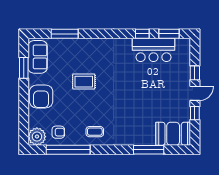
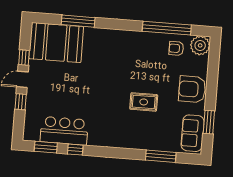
armchair: (41, 96) -> (192, 89), turned -90
coffee table: (95, 132) -> (136, 46), removed
booth: (173, 134) -> (56, 43), width x1.36, depth x1.42

